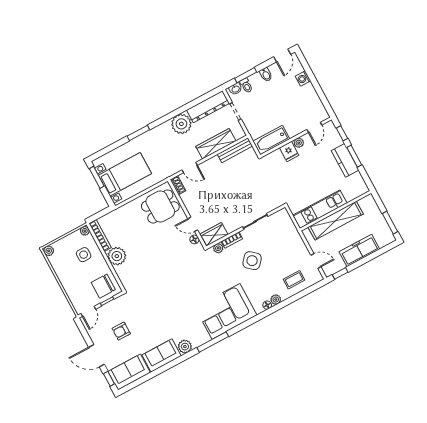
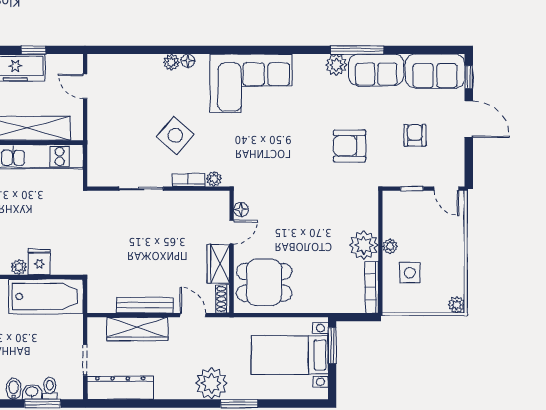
washbasin: (235, 89) -> (32, 392), moved
plant: (181, 124) -> (211, 383), moved
bathtub: (271, 140) -> (46, 296), width x1.36, depth x1.36
bench: (235, 150) -> (145, 305), moved
window: (97, 177) -> (332, 345), moved
door: (193, 224) -> (232, 232), hinge flipped
plant: (85, 231) -> (390, 246), moved
wardrobe: (214, 234) -> (218, 264), moved, turned 90
window: (340, 273) -> (34, 50), moved
coffee table: (294, 280) -> (130, 76), removed
chair: (103, 286) -> (406, 213), removed
armchair: (154, 306) -> (350, 146), added
door: (88, 311) -> (447, 189), swing flipped
armchair: (121, 331) -> (415, 135), turned -90
window: (213, 342) -> (357, 50), moved

